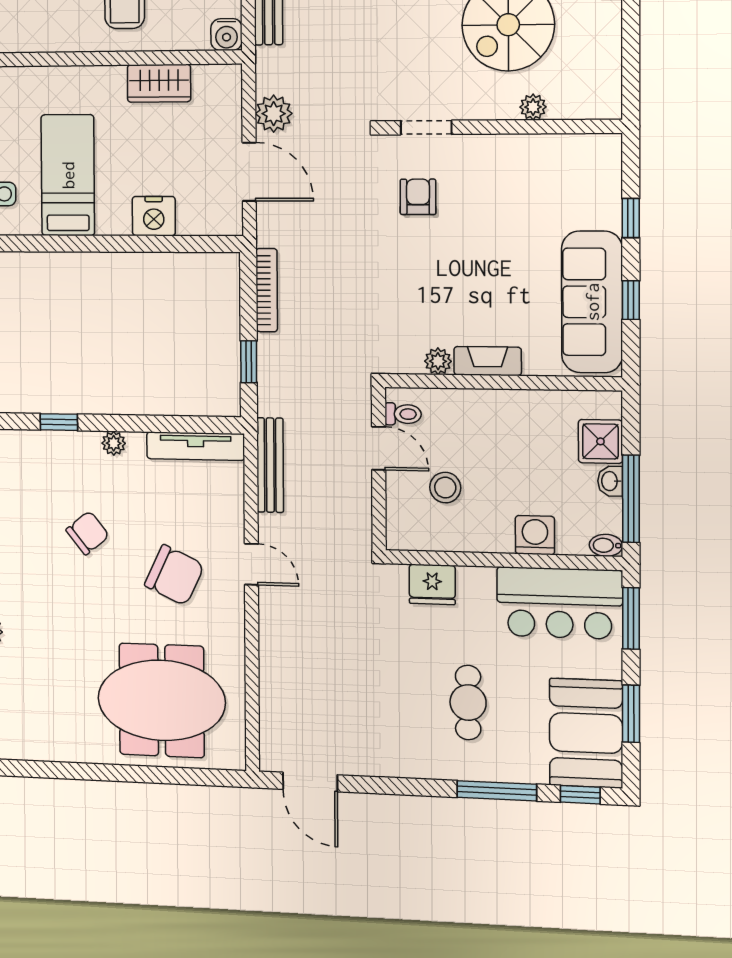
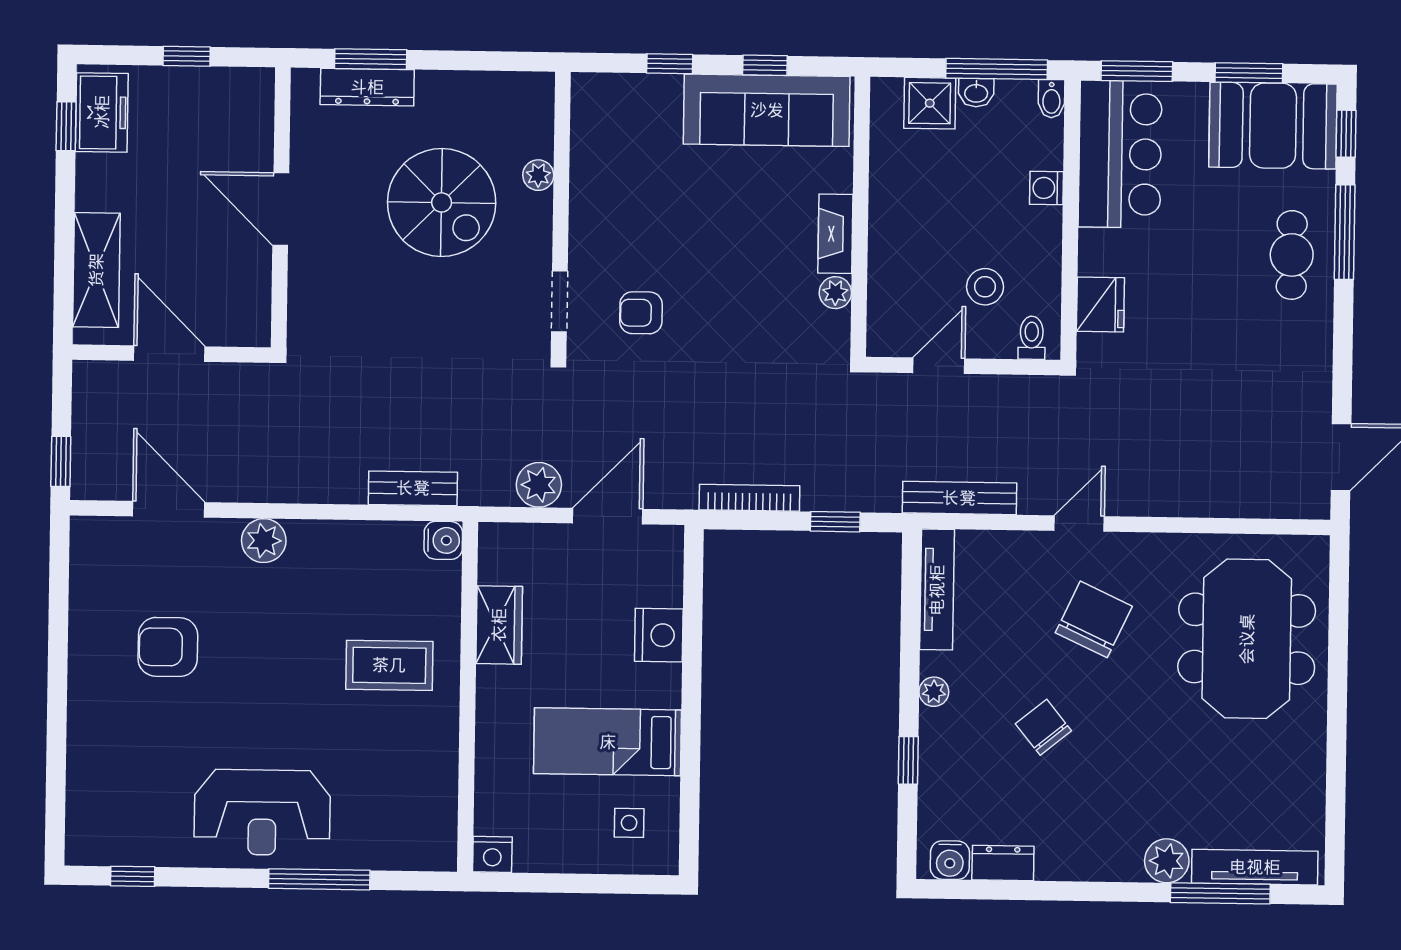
toilet: (403, 414) -> (1032, 338), moved
washing machine: (535, 535) -> (1047, 188), width x0.73, depth x0.73
cafe table: (468, 703) -> (1292, 255), moved, turned 90

